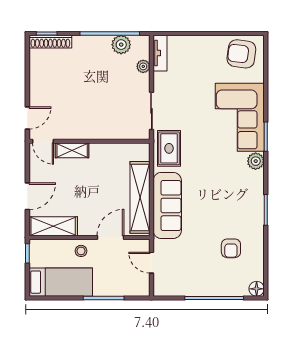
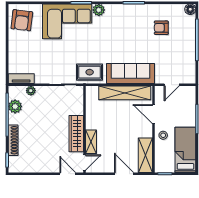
shoe rack: (50, 42) -> (13, 140), moved
wardrobe: (83, 130) -> (76, 134), added
armchair: (231, 248) -> (161, 28), turned 180

